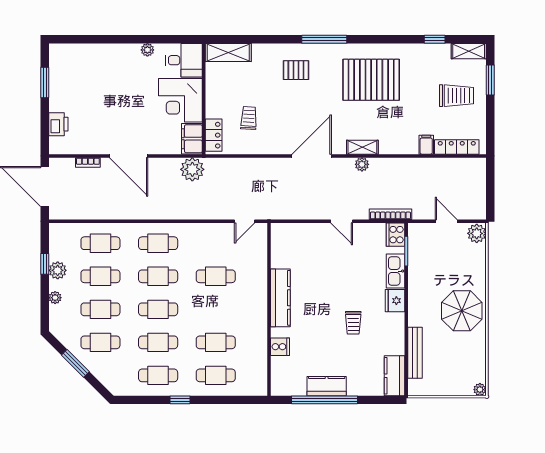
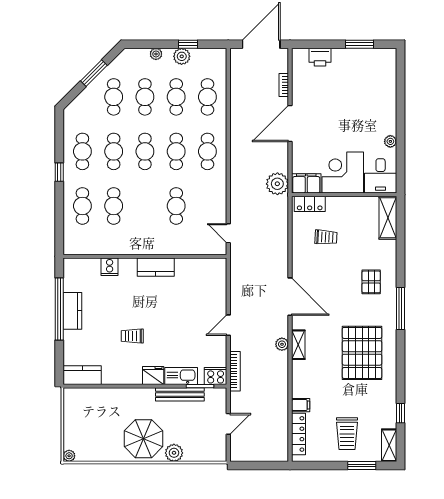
plant: (477, 233) -> (174, 453), moved
kitchen counter: (280, 298) -> (156, 267), width x0.67
bench: (415, 353) -> (180, 394), moved

